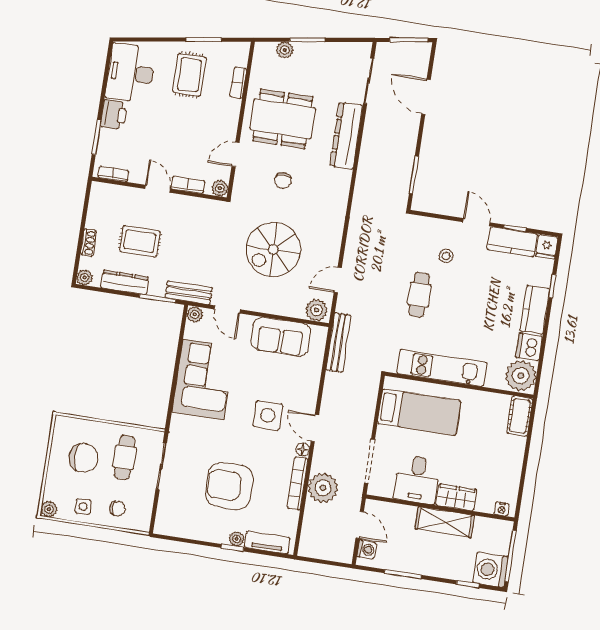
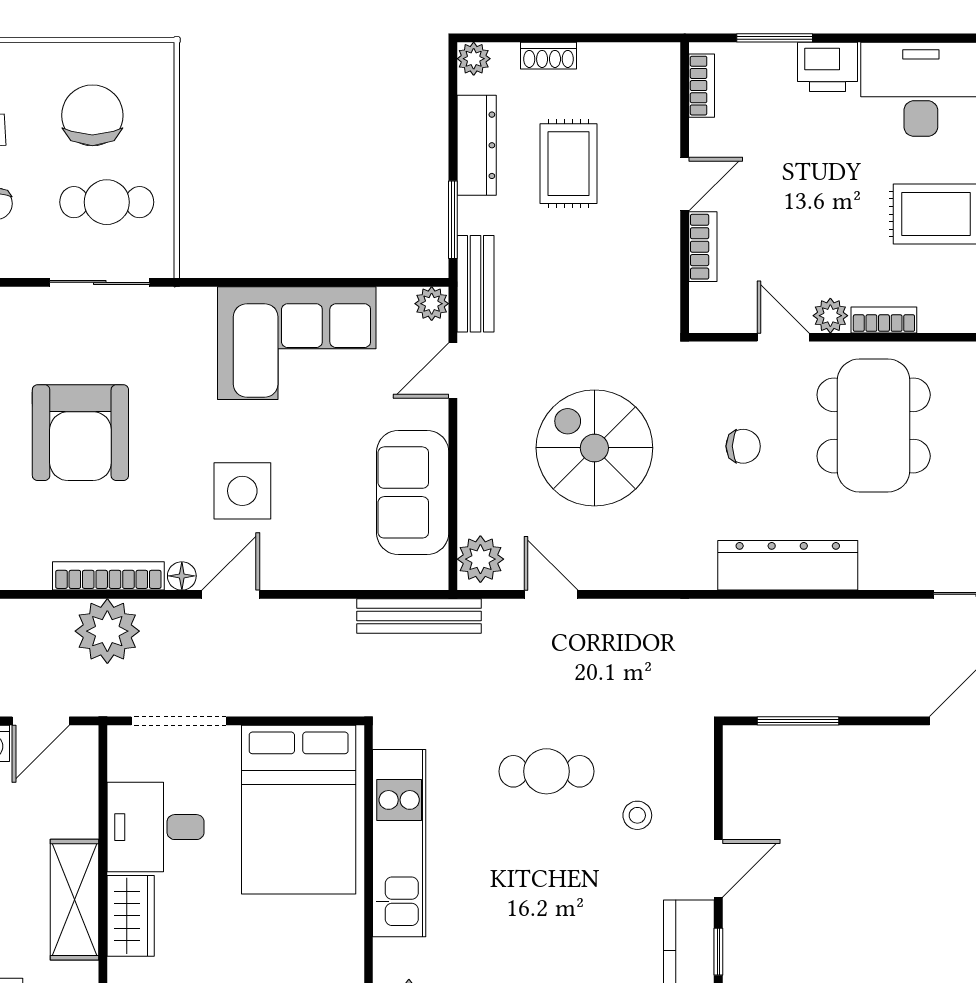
bookcase: (238, 83) -> (884, 320), moved
dresser: (346, 136) -> (788, 565), moved
chair: (283, 181) -> (743, 446), turned 180
plant: (220, 188) -> (830, 316), moved
bed: (419, 412) -> (299, 810), width x1.50
chair: (83, 458) -> (92, 115), turned 180
armchair: (229, 486) -> (80, 433), turned 180

